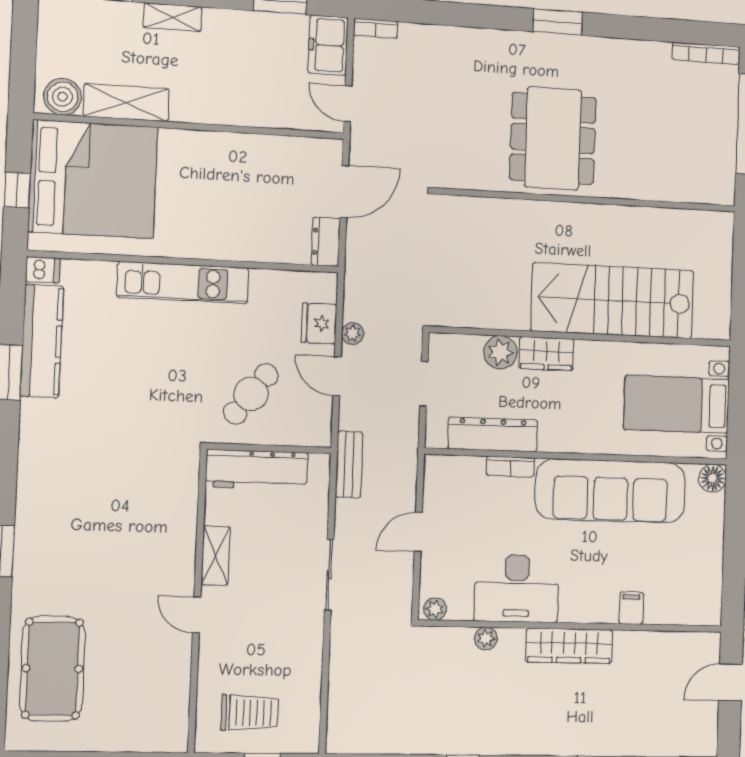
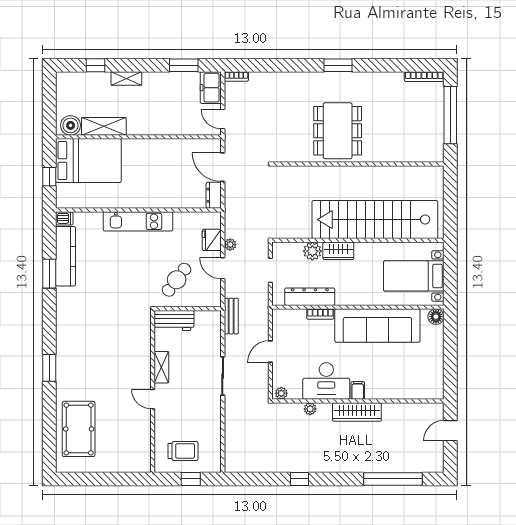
bed: (93, 179) -> (88, 161), width x0.73
door: (344, 191) -> (223, 167), swing flipped
stairs: (613, 301) -> (375, 220), width x1.36
workbench: (257, 470) -> (174, 321), width x0.73
filing cabinet: (631, 608) -> (358, 390), moved

